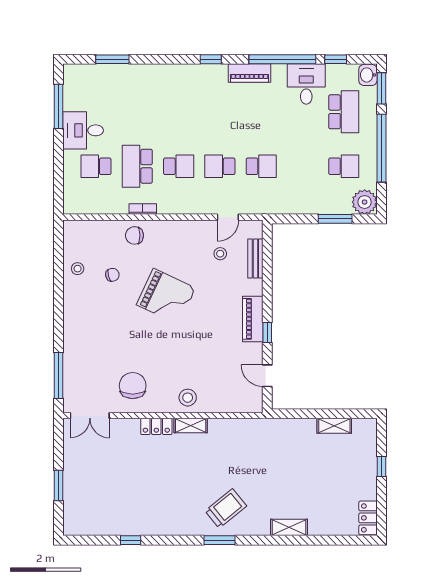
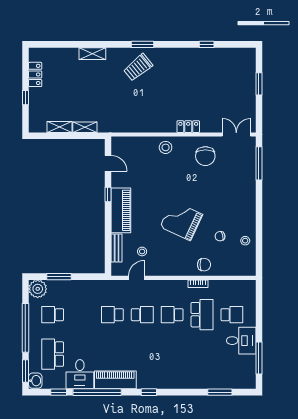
piano: (249, 73) -> (115, 380), width x1.37, depth x1.33
piano: (253, 319) -> (121, 210), width x1.37, depth x1.33
shelving: (191, 426) -> (85, 127), moved
locker: (368, 518) -> (35, 74), moved

